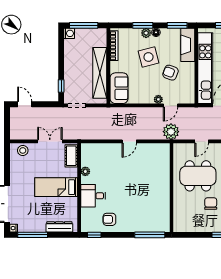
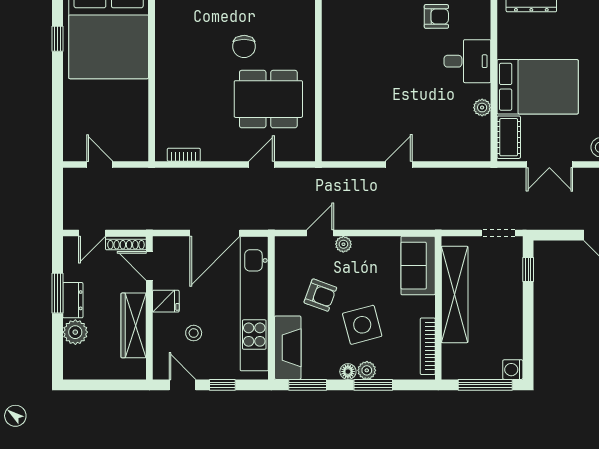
plant: (171, 132) -> (320, 183), removed
bed: (56, 187) -> (538, 87), width x1.50

